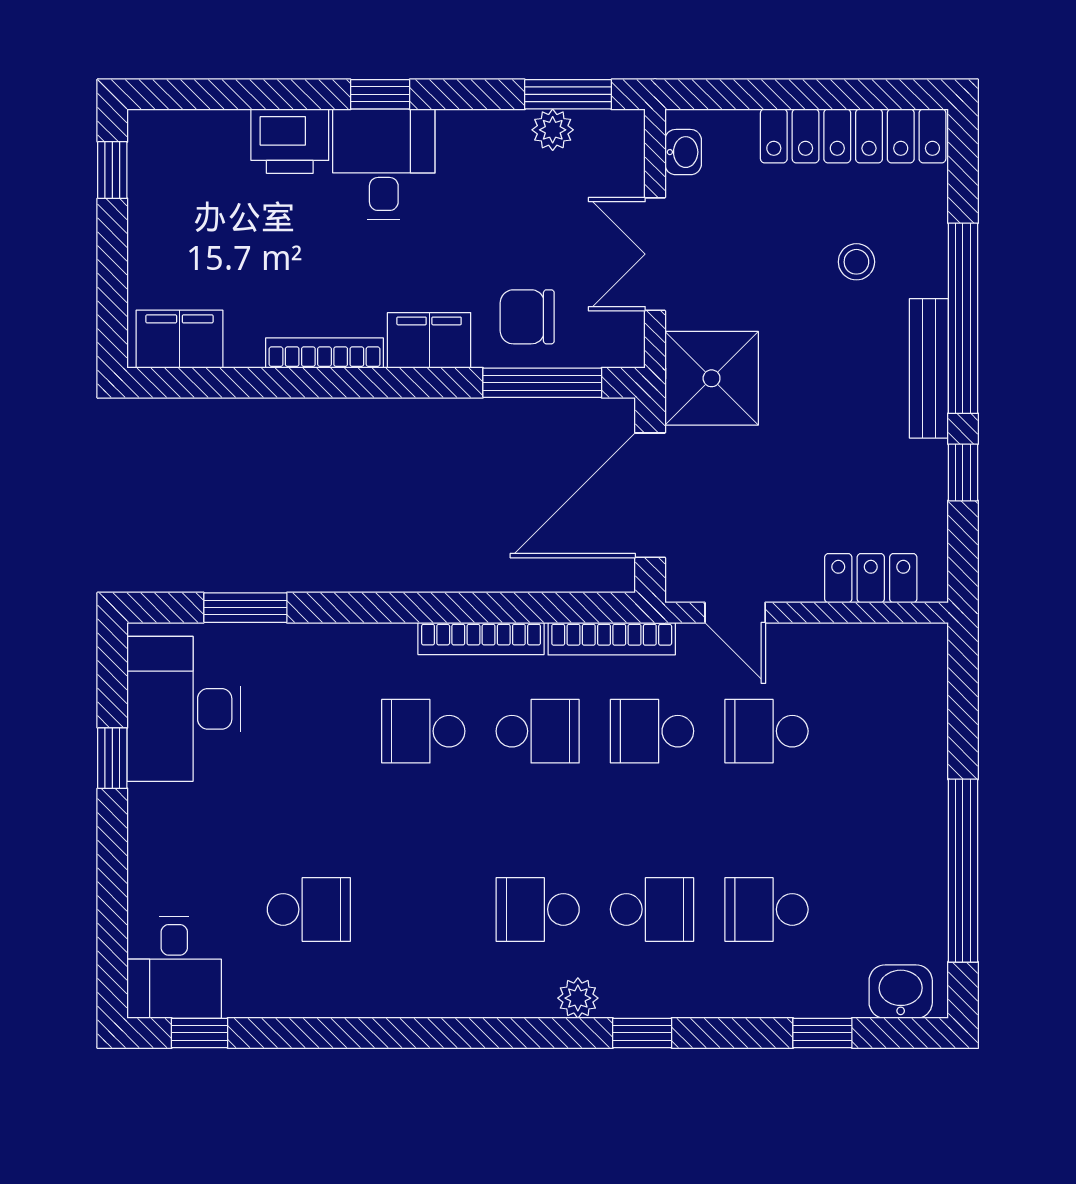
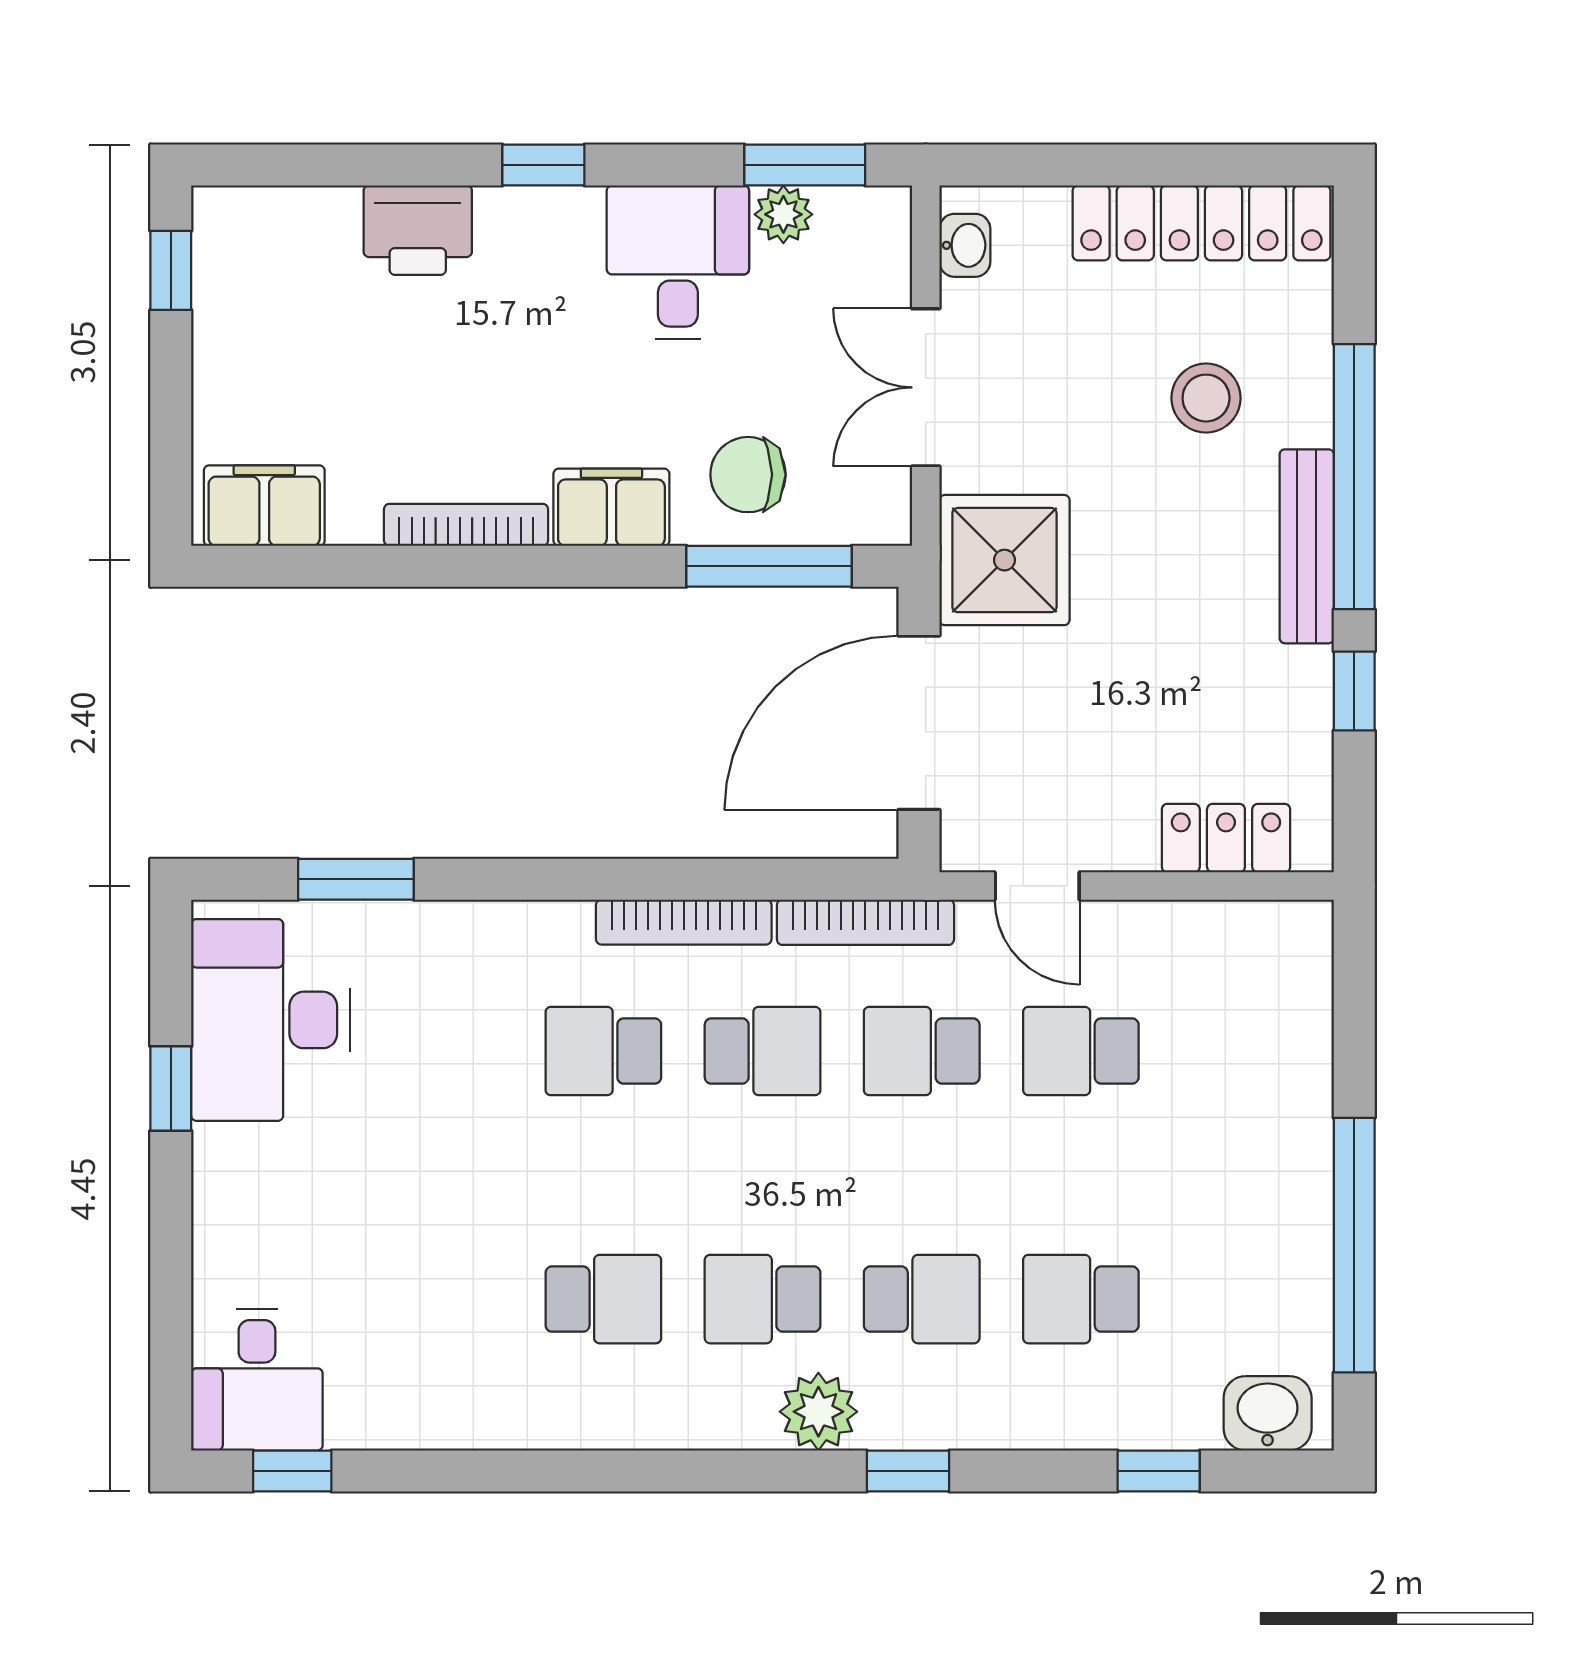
desk: (384, 164) -> (678, 262), moved
stool: (856, 262) -> (1206, 398), width x1.37, depth x1.37
school desk: (309, 909) -> (603, 1299), moved
plant: (578, 998) -> (818, 1412), width x1.38, depth x1.38

